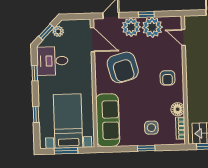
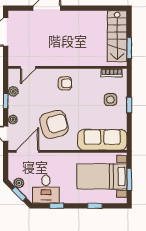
plant: (131, 27) -> (13, 120), width x0.53, depth x0.53
plant: (152, 27) -> (13, 91), width x0.53, depth x0.53
floor lamp: (178, 109) -> (94, 75), removed

